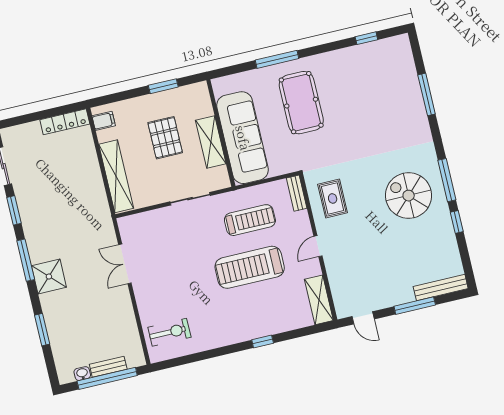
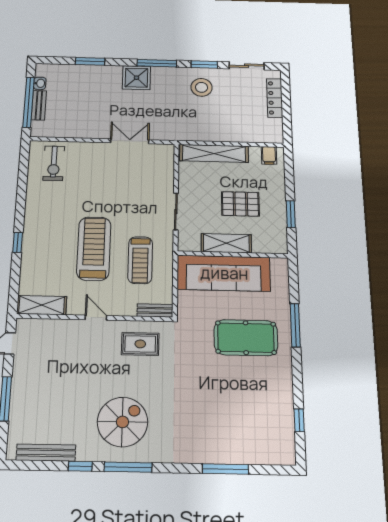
locker: (65, 122) -> (275, 98), moved
stool: (42, 207) -> (202, 87), added
bench: (441, 288) -> (46, 453), moved, turned 90

